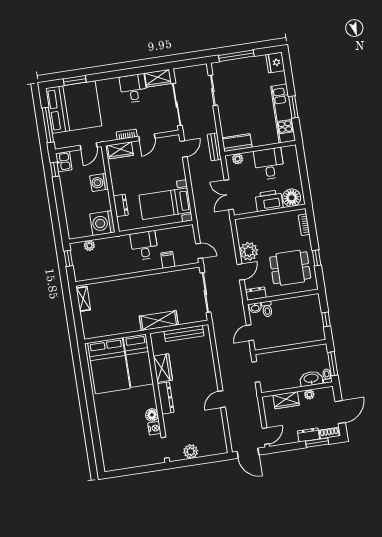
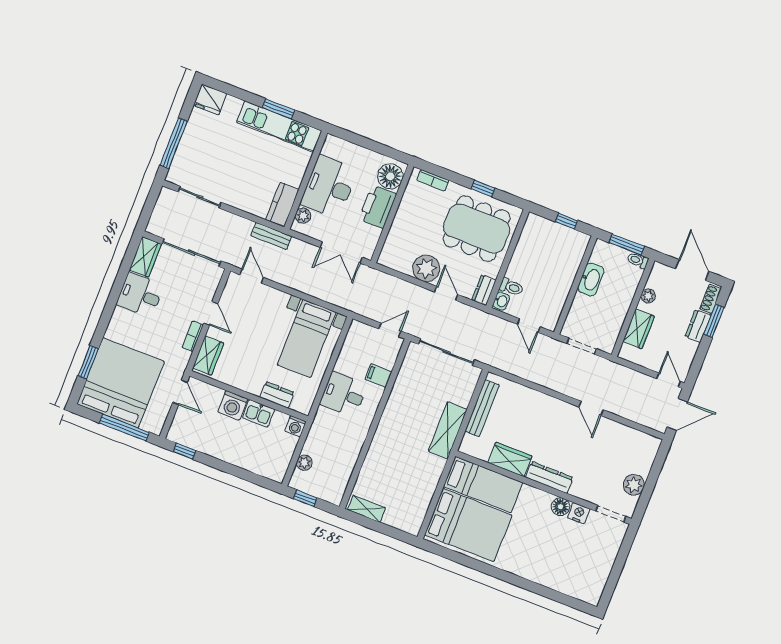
kitchen sink: (64, 162) -> (258, 413), moved, turned 180
desk: (269, 164) -> (329, 187), width x1.37
washing machine: (102, 223) -> (295, 426), width x0.53, depth x0.53
dining table: (290, 268) -> (477, 228), width x1.38
washbasin: (311, 379) -> (591, 279), moved, turned 180

